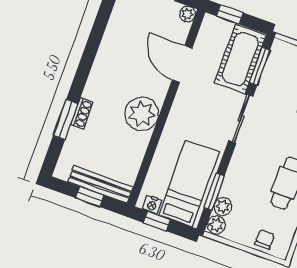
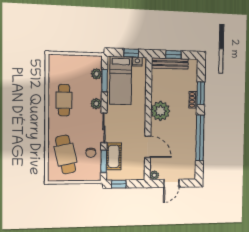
window: (230, 14) -> (119, 184), moved
window: (92, 47) -> (200, 138), added
cot: (240, 59) -> (114, 156), width x0.73, depth x0.75
plant: (216, 225) -> (96, 104), moved
chair: (264, 239) -> (91, 153), moved

